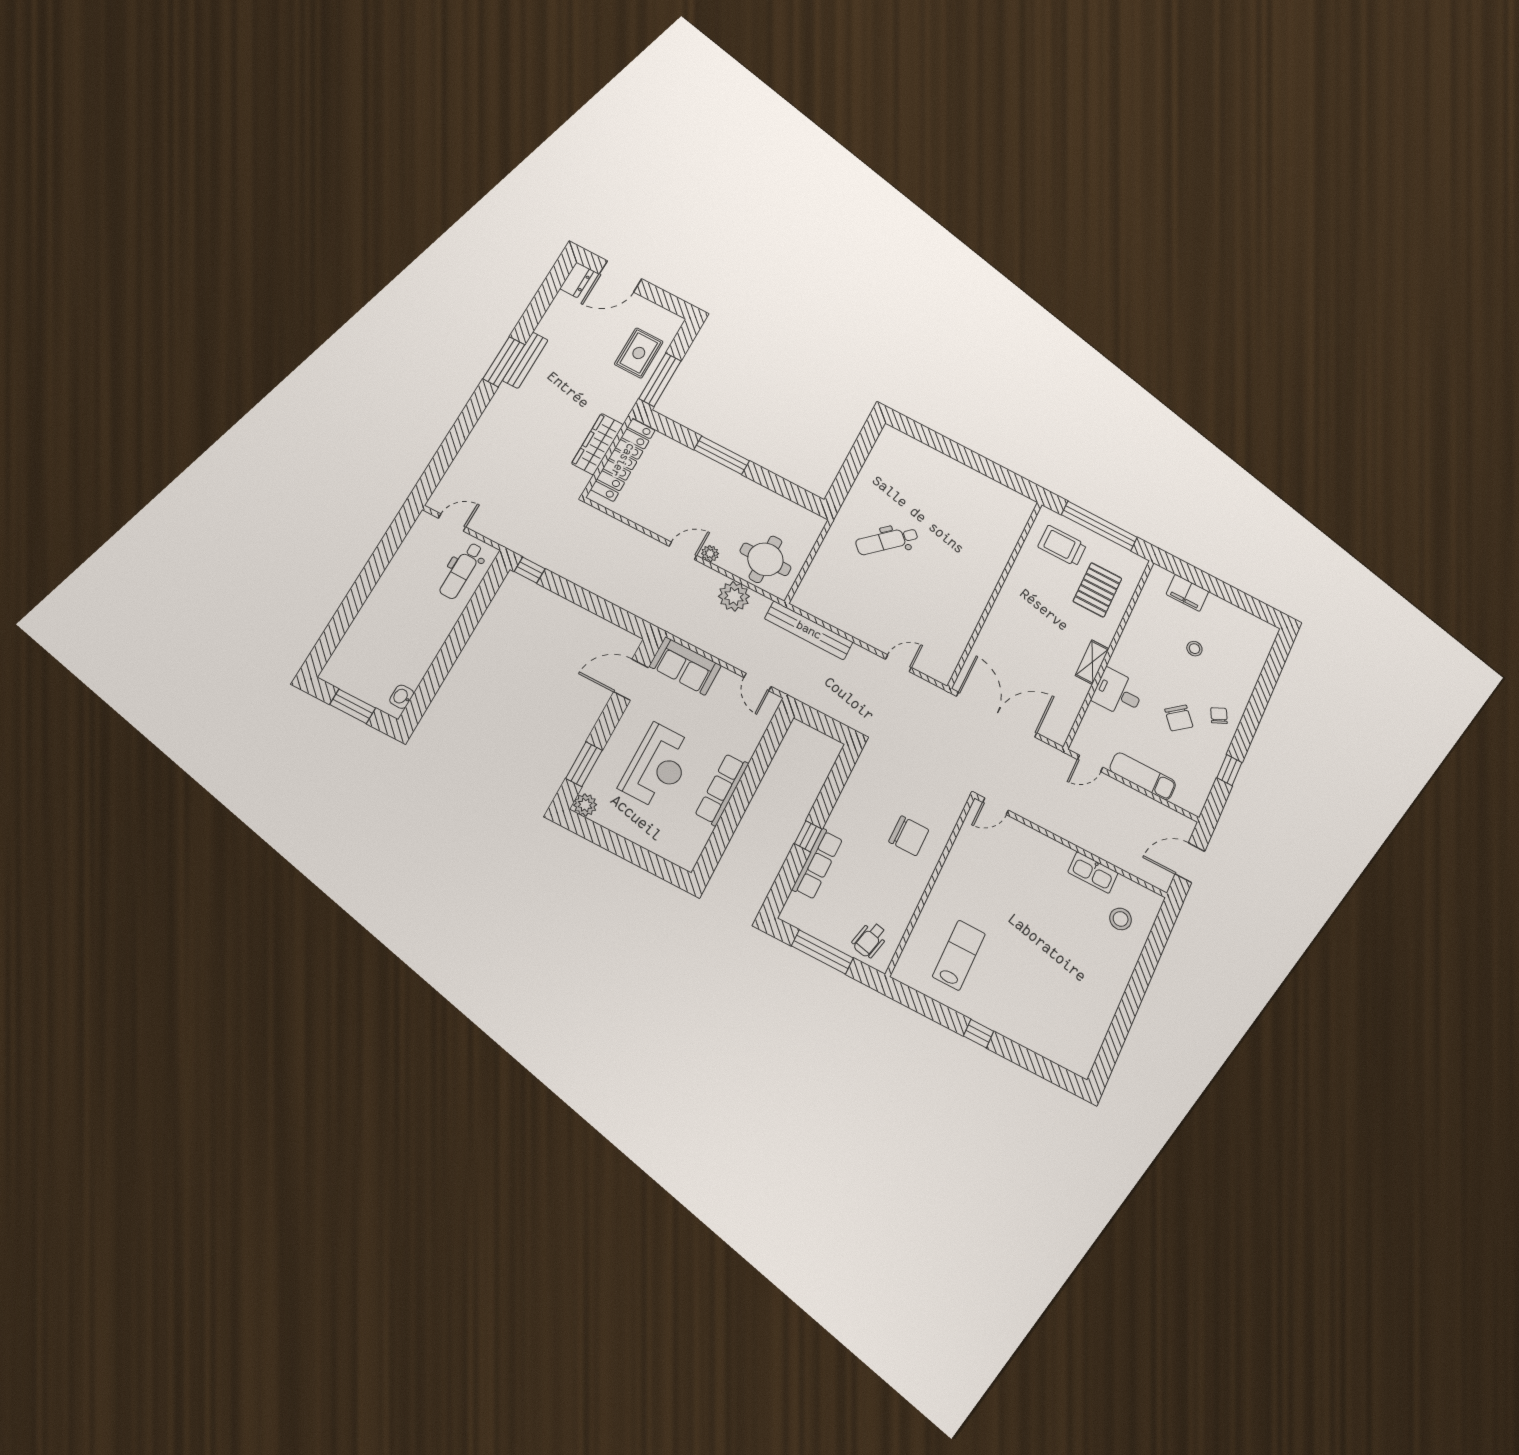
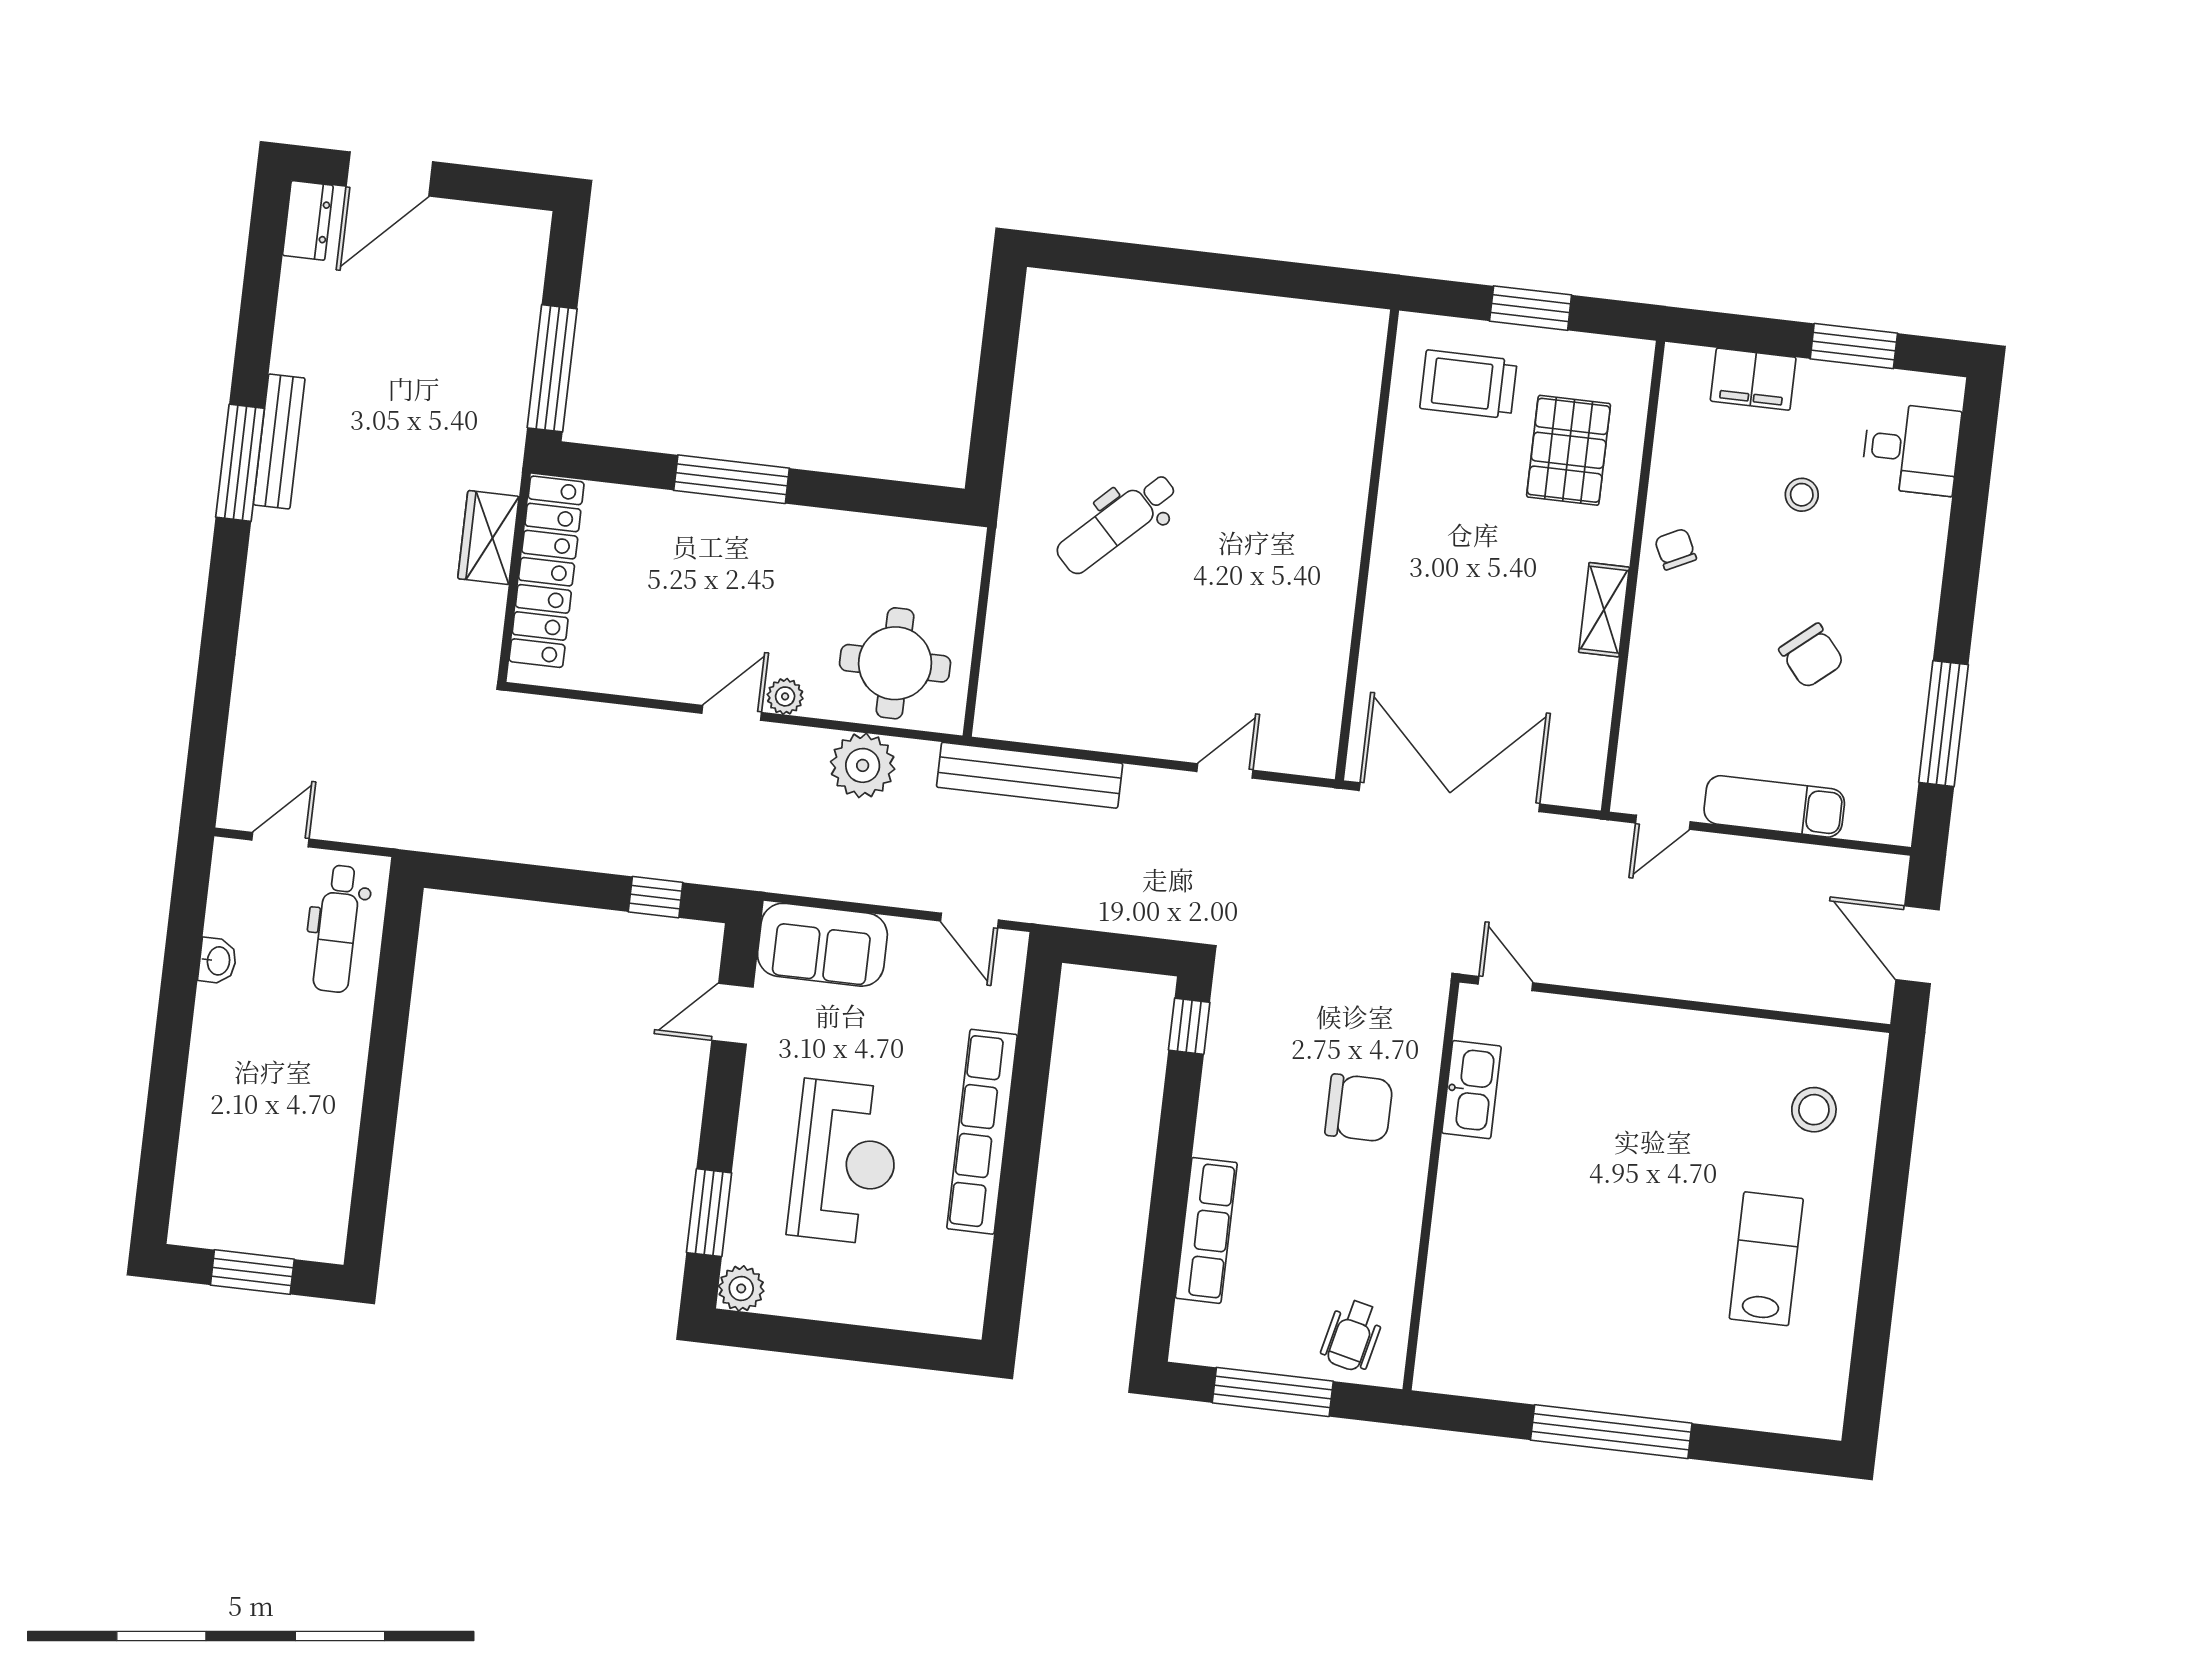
rug: (639, 353) -> (489, 328), removed
wardrobe: (598, 444) -> (488, 538), width x0.67
window: (1099, 526) -> (1531, 308), width x0.47
window: (530, 570) -> (656, 897), moved
window: (1235, 597) -> (1854, 346), added
door: (631, 680) -> (732, 1014), width x0.73
desk: (1118, 693) -> (1911, 449), moved, turned 180
washbasin: (402, 697) -> (217, 961), moved, turned 180
chair: (1219, 716) -> (1675, 549), moved
window: (1229, 770) -> (1944, 724), width x2.17
row of seats: (722, 789) -> (982, 1132), width x1.36
door: (995, 806) -> (1505, 983), swing flipped
window: (808, 836) -> (1189, 1026), moved
door: (1190, 863) -> (1918, 945), hinge flipped
kitchen sink: (1093, 873) -> (1472, 1090), moved, turned -90
lab bench: (959, 955) -> (1766, 1259), moved
window: (979, 1034) -> (1611, 1432), width x3.17

